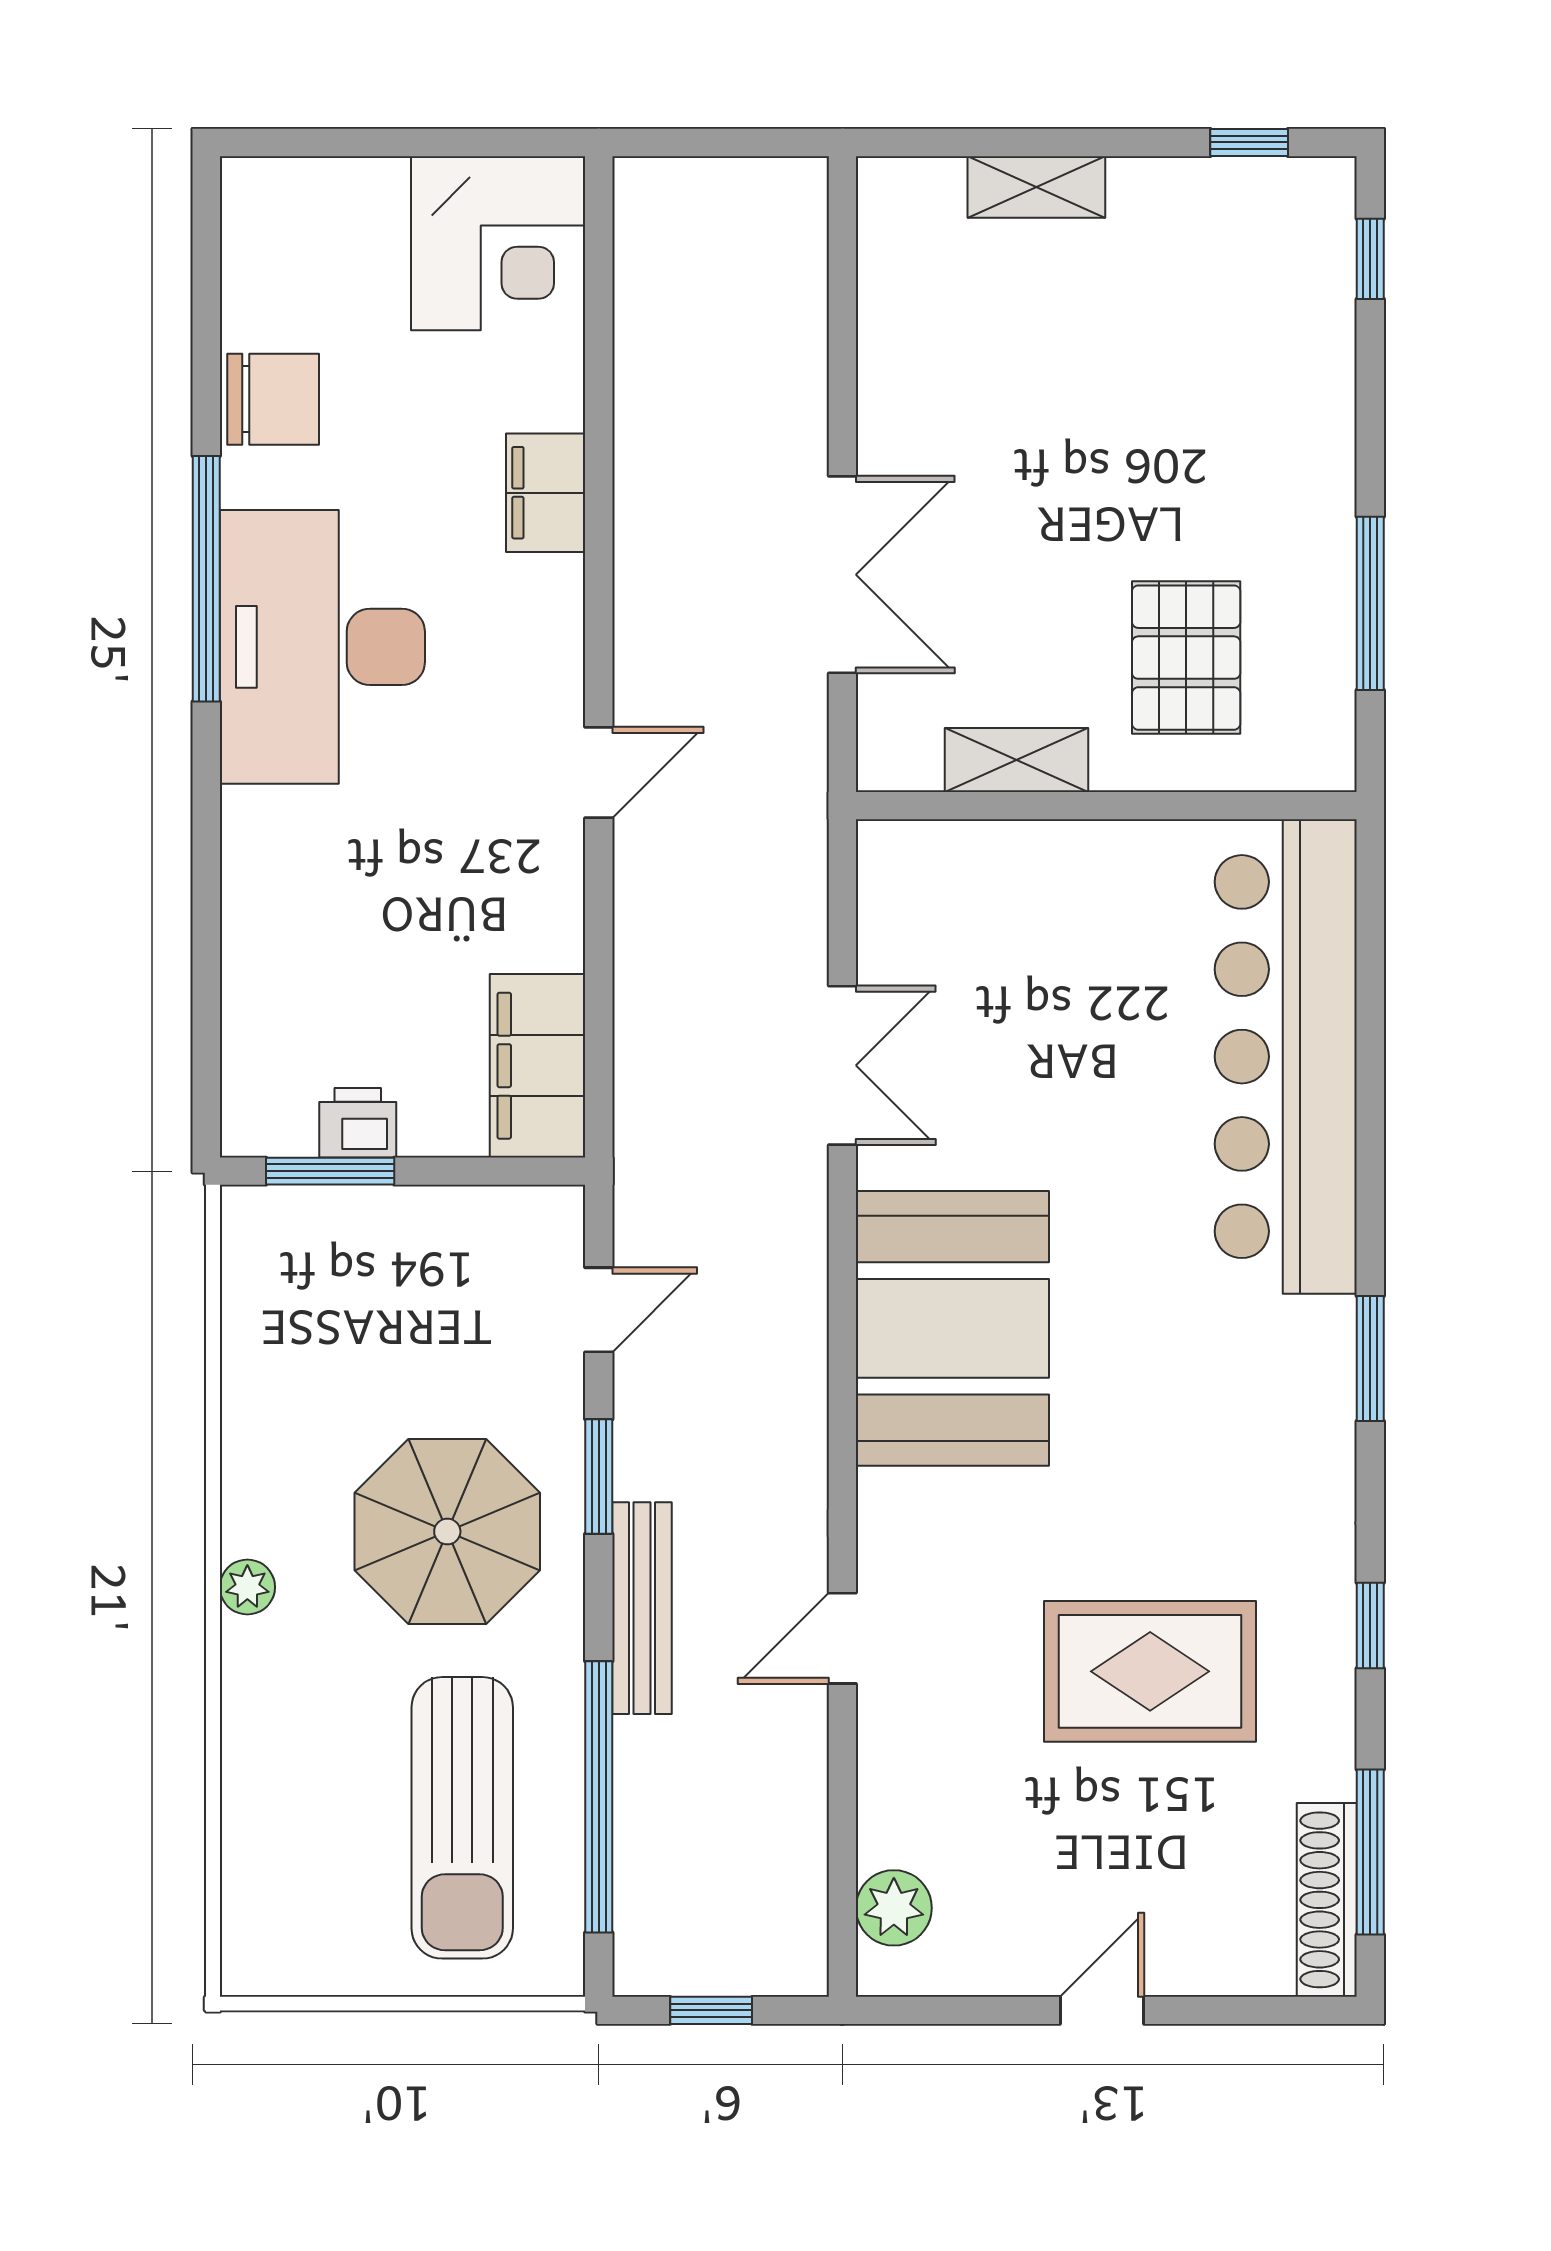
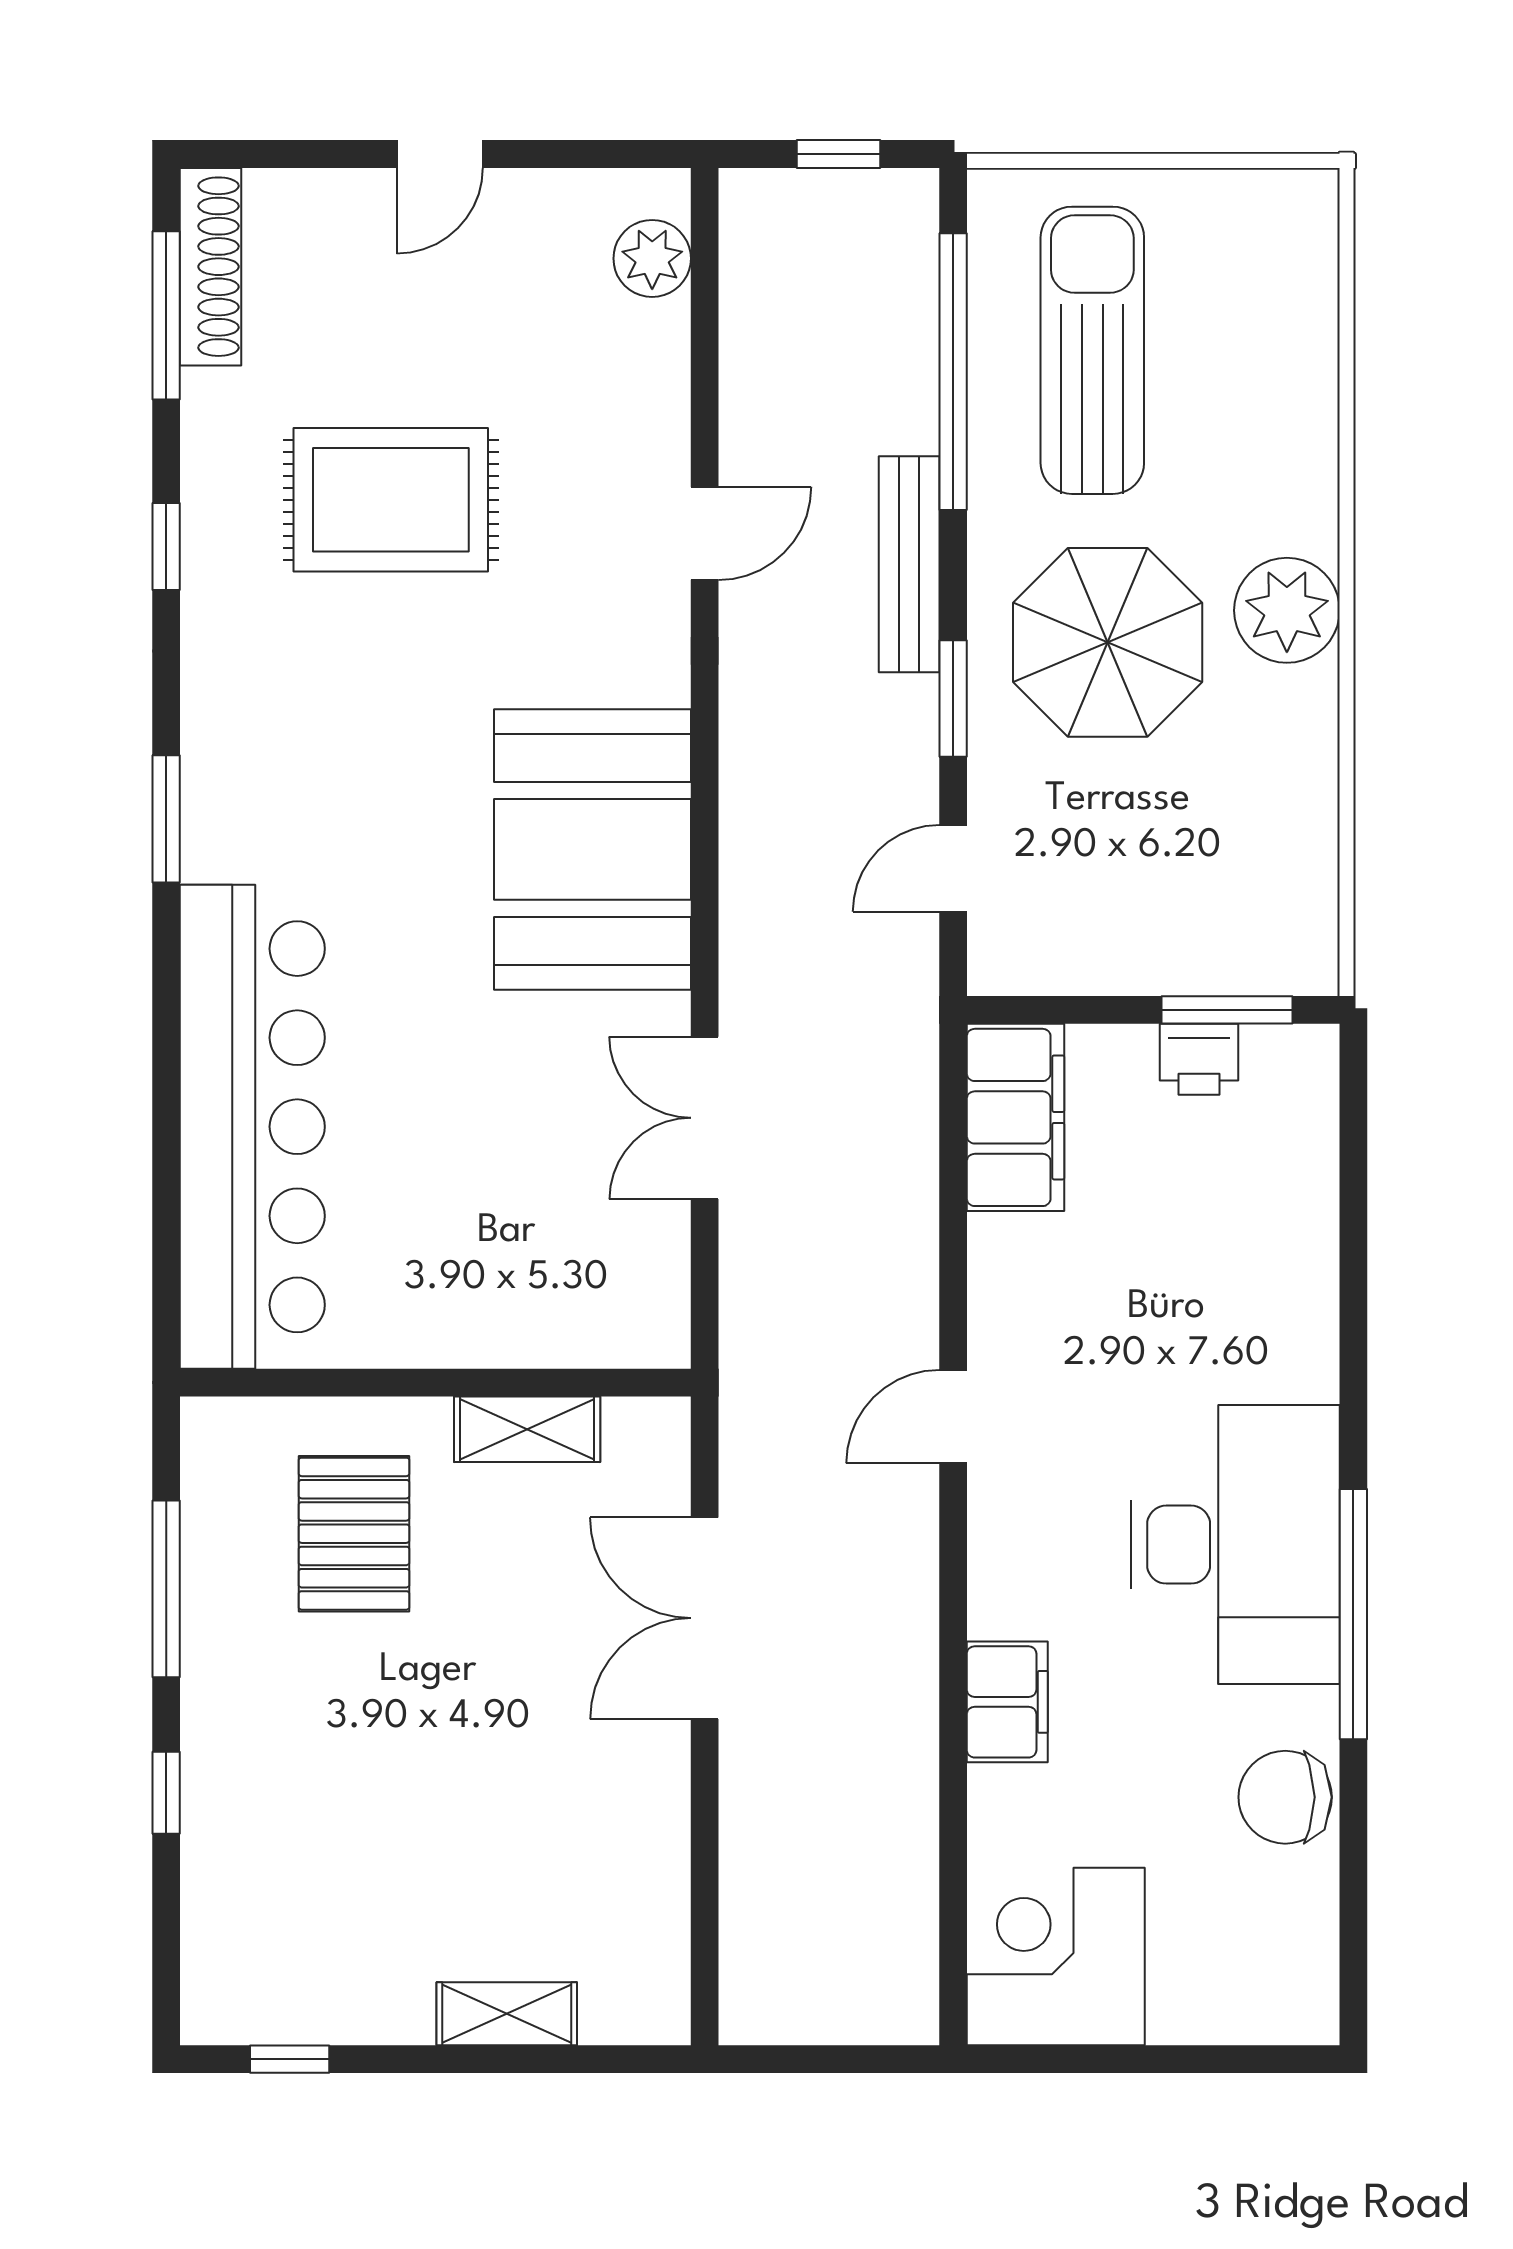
window: (1370, 259) -> (166, 1793), moved
plant: (247, 1587) -> (1287, 610), width x1.88, depth x1.88

